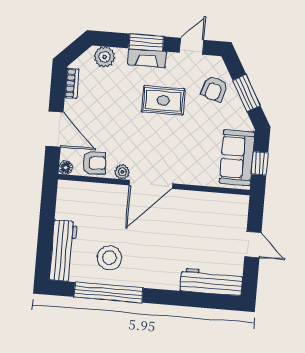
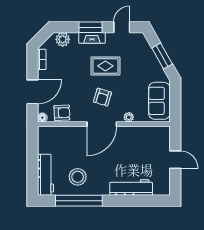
armchair: (214, 89) -> (102, 97), moved
door: (55, 129) -> (33, 92), hinge flipped
window: (260, 163) -> (175, 103), removed
plant: (122, 172) -> (129, 117), moved
workbench: (211, 282) -> (131, 188), moved

